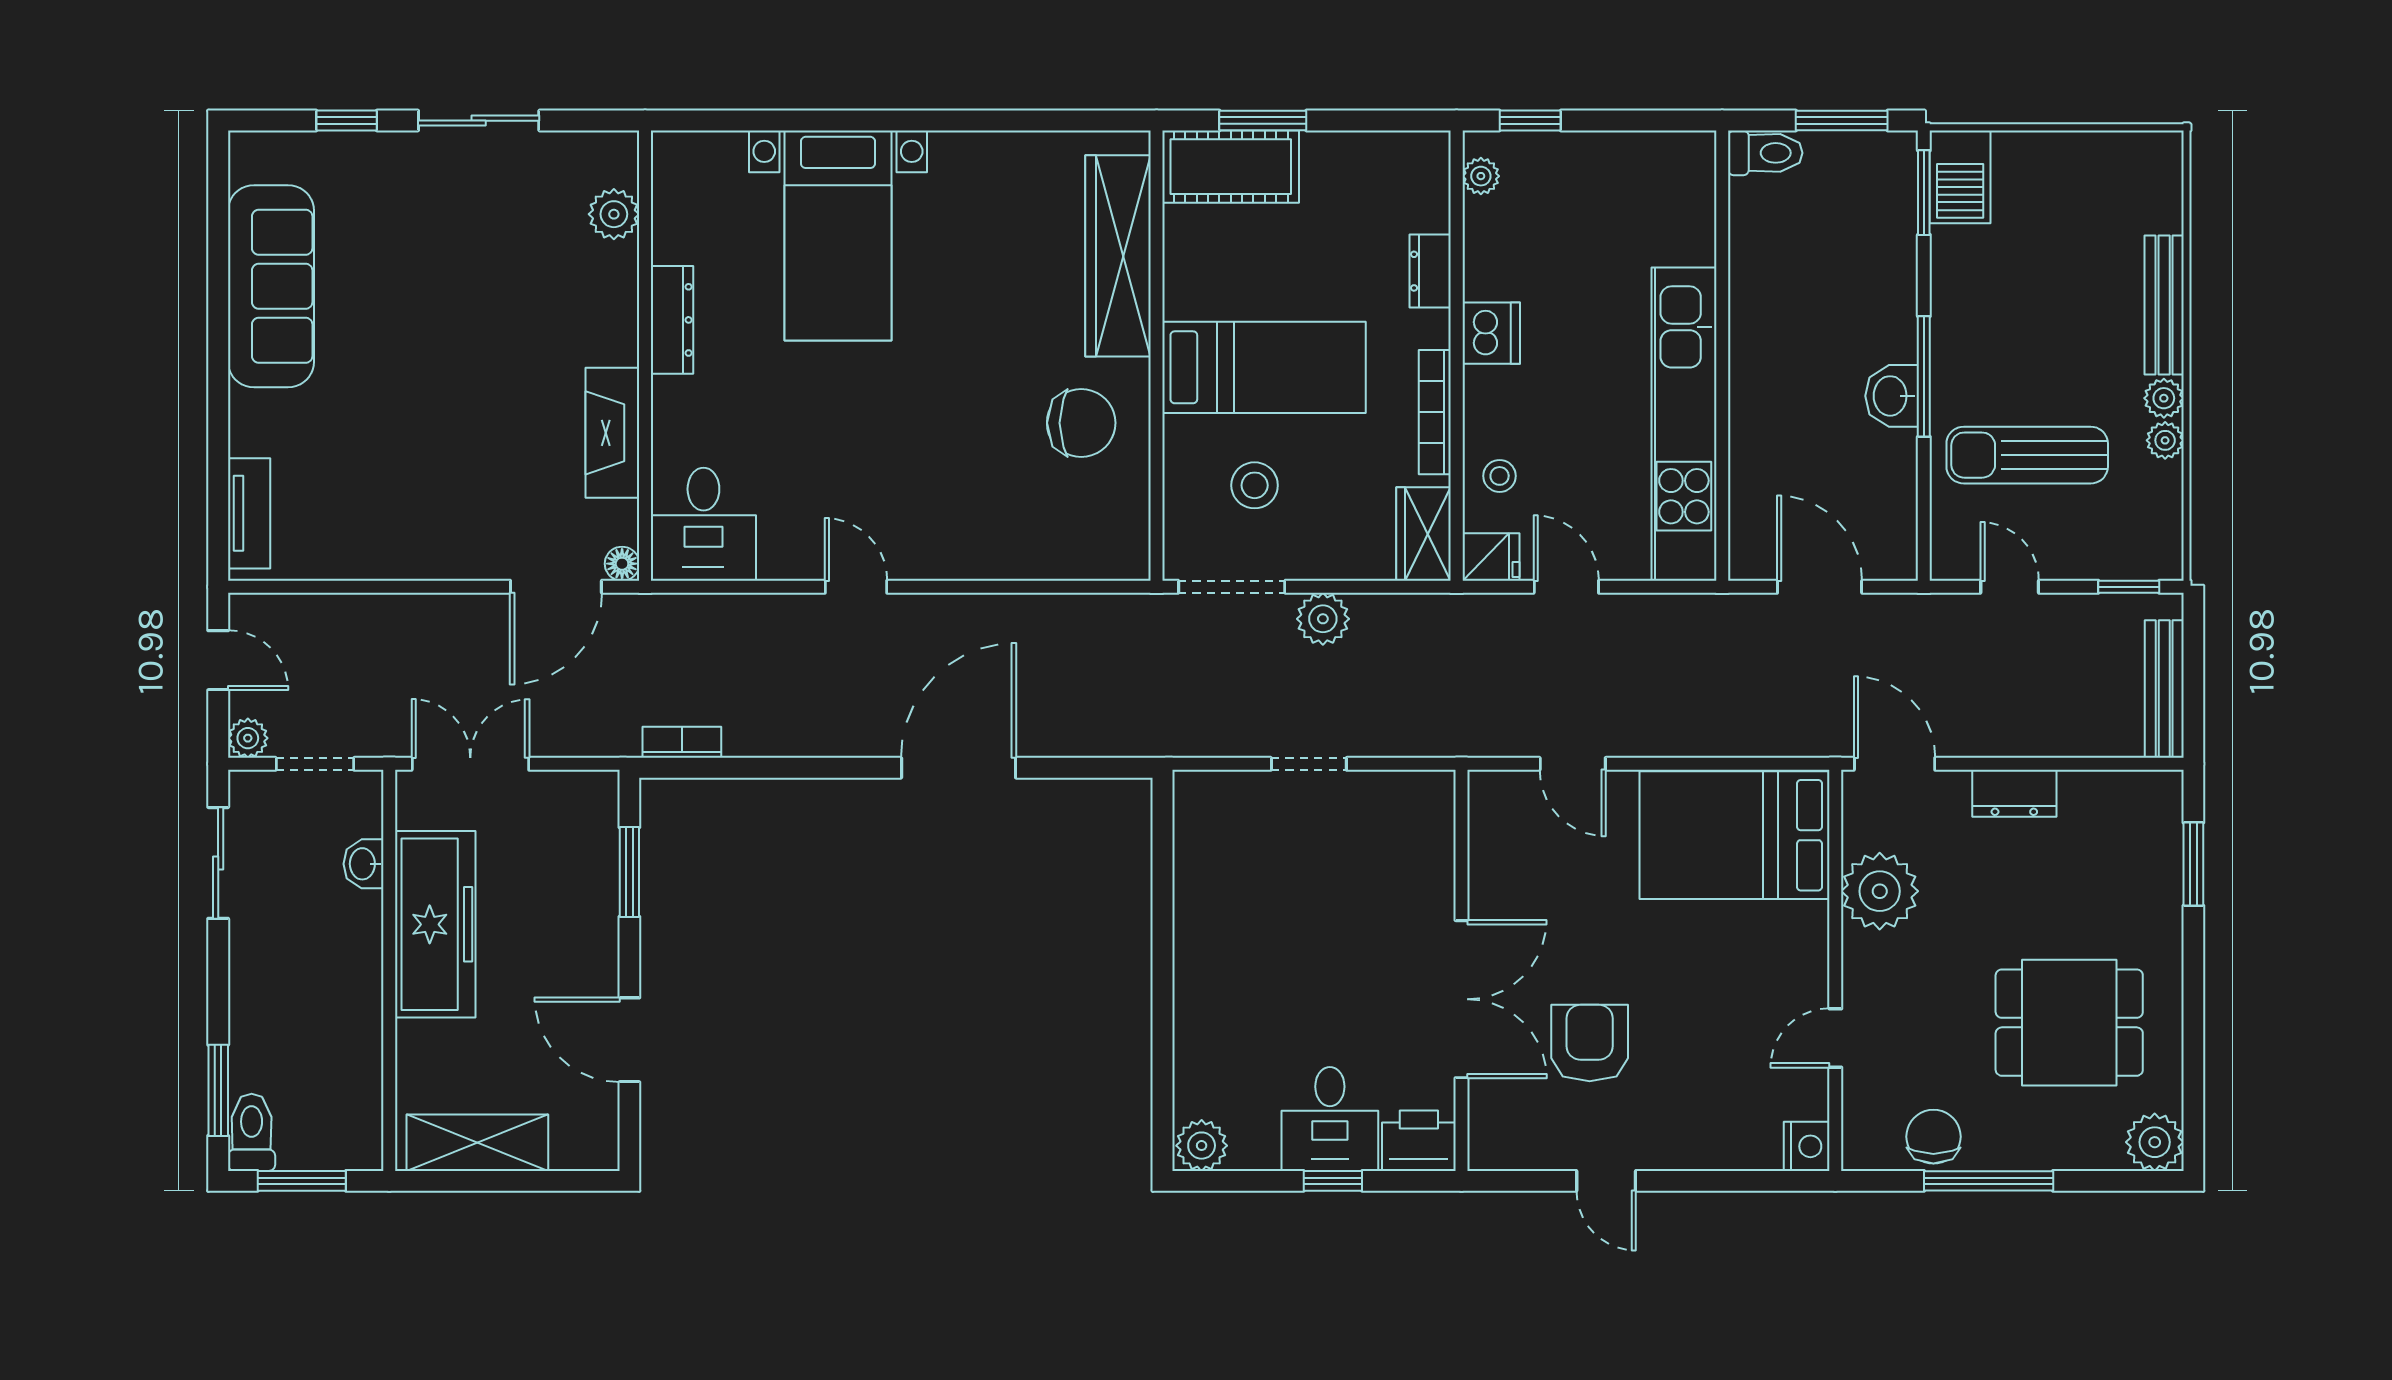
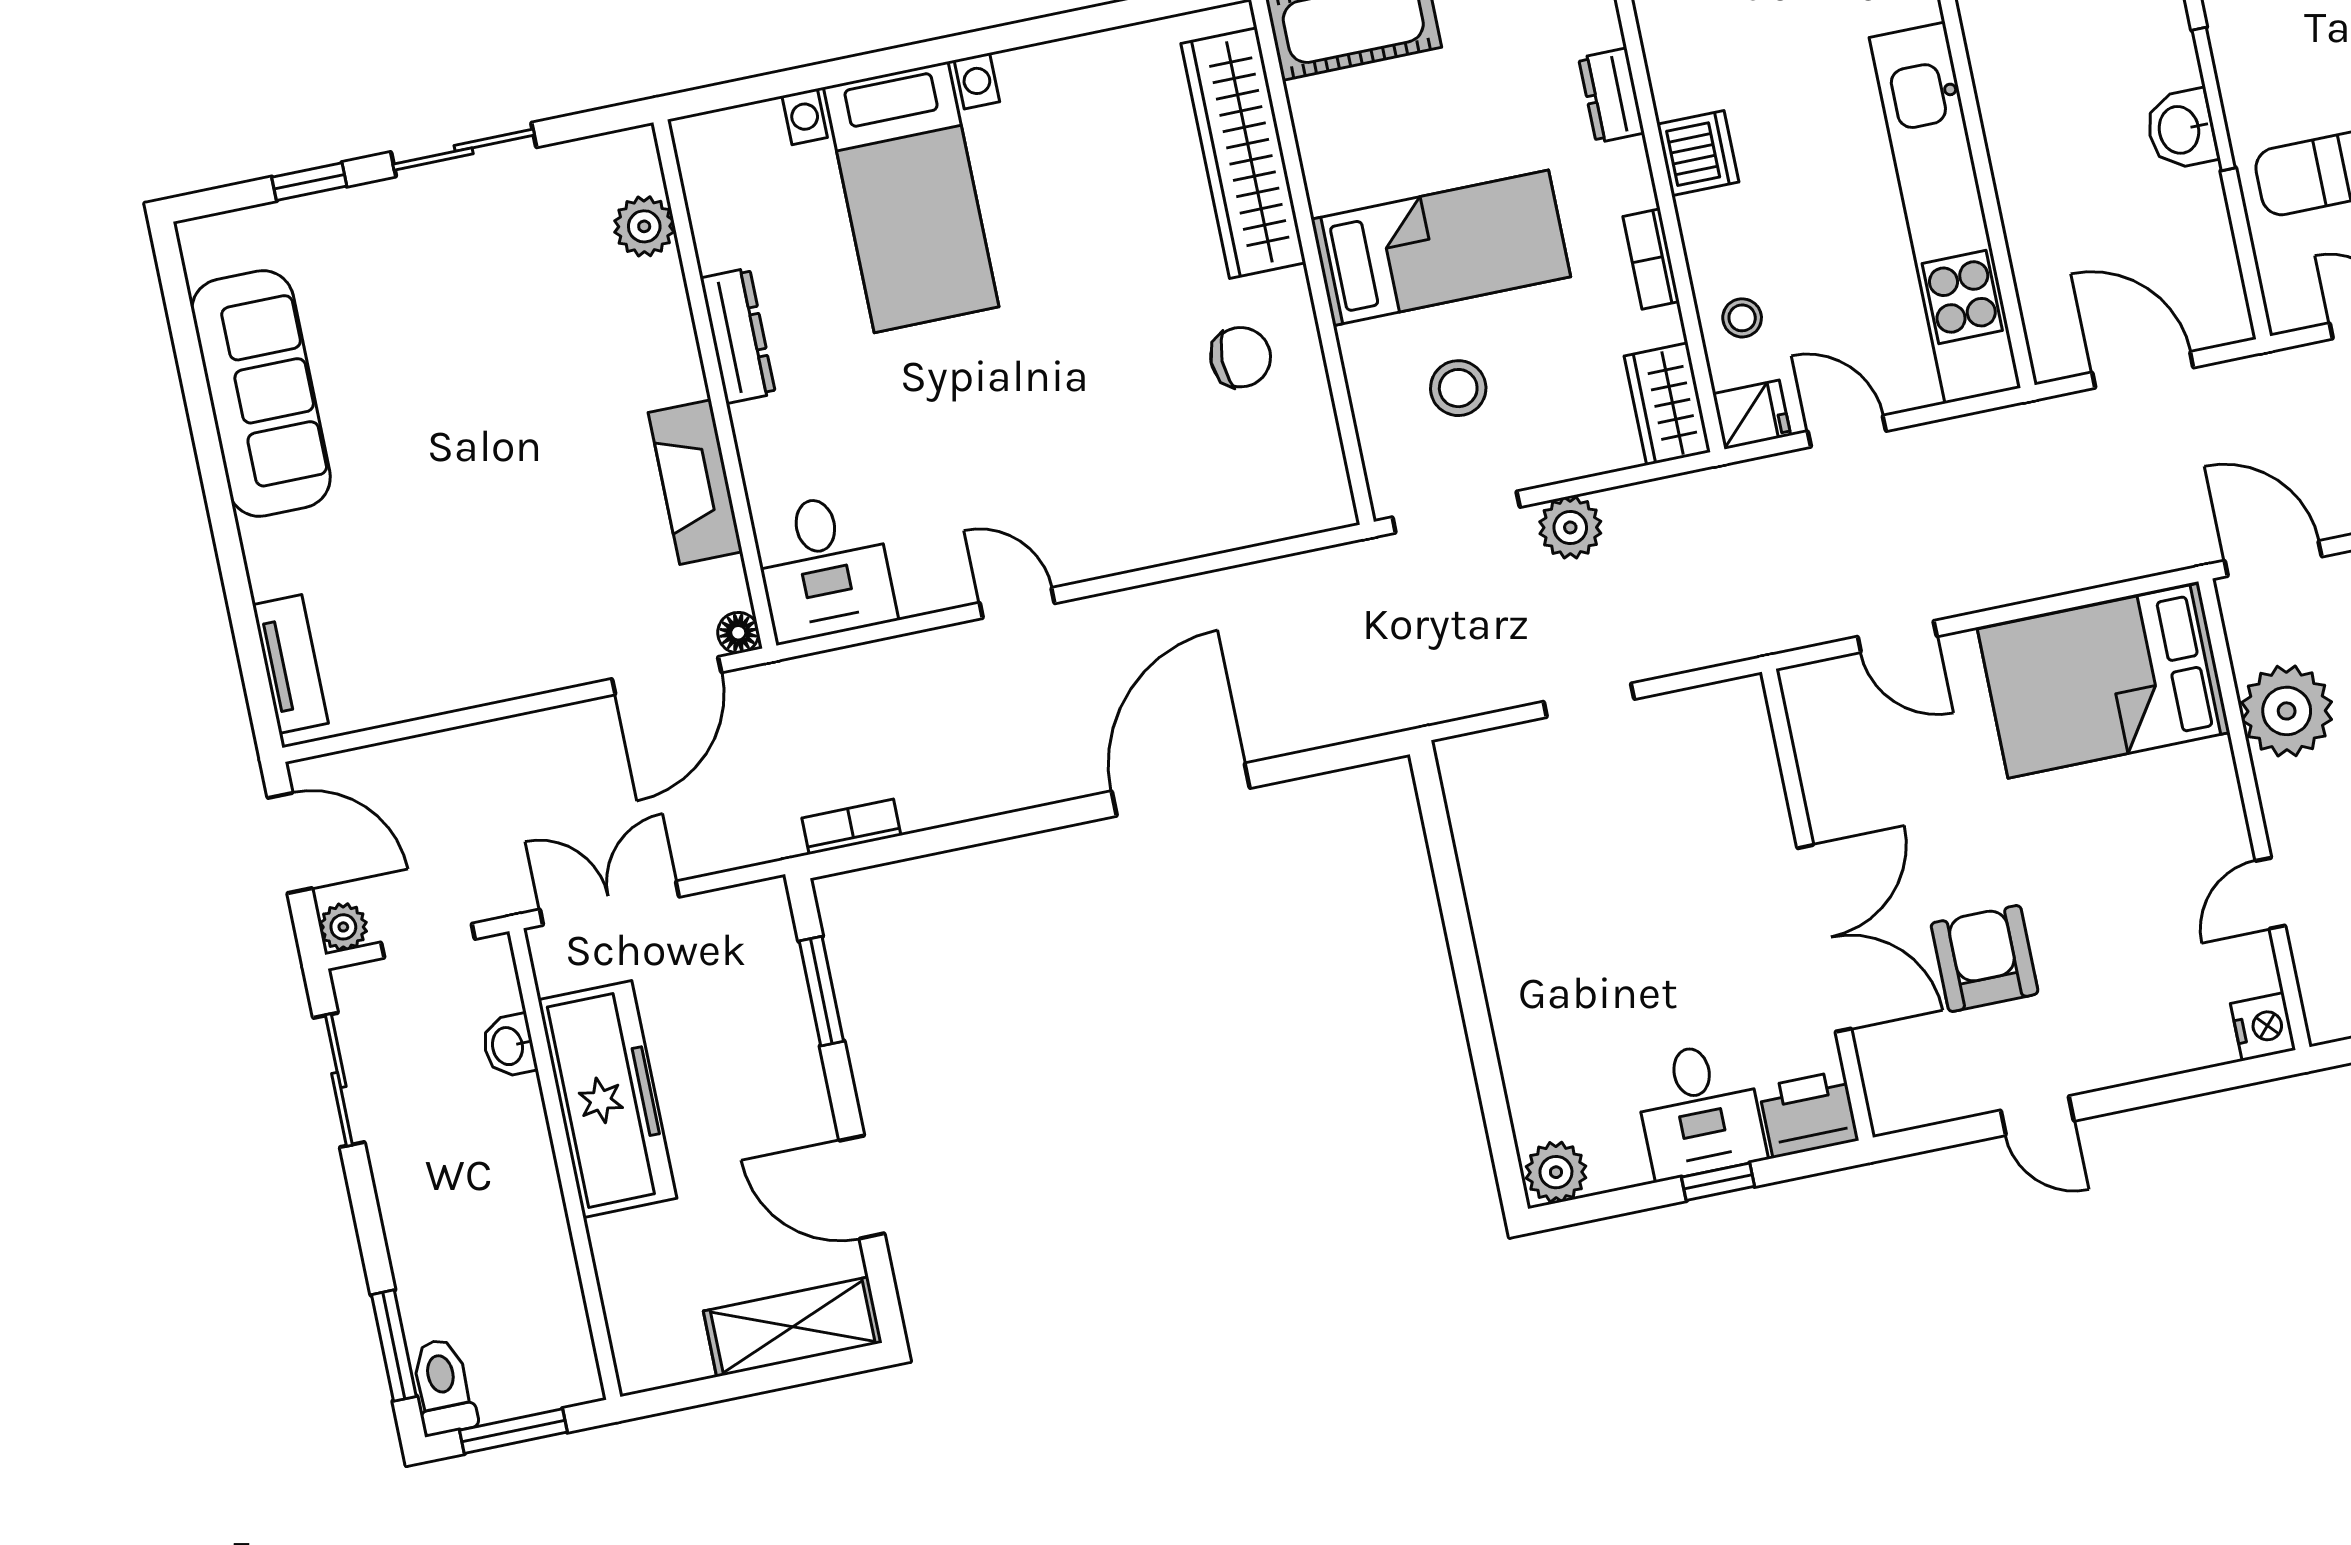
bookcase: (1435, 412) -> (1651, 259), width x0.64
chair: (1081, 423) -> (1241, 357), width x0.73, depth x0.73
door: (218, 660) -> (290, 843), width x1.38
shelving: (477, 1143) -> (793, 1327), moved

